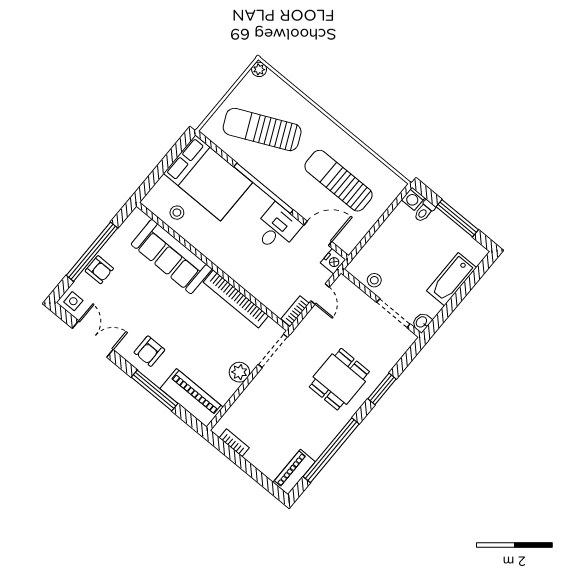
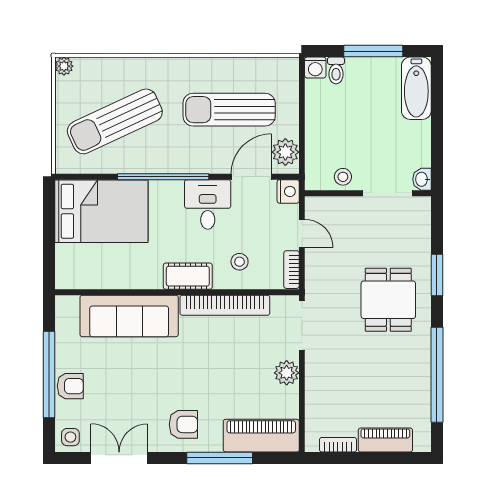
stool: (177, 213) -> (240, 262), moved
plant: (352, 236) -> (285, 152), added
cot: (228, 262) -> (188, 276), added
bathtub: (451, 279) -> (416, 88), moved
armchair: (149, 351) -> (183, 424), turned -90
piano: (294, 472) -> (385, 440), moved, turned 90

